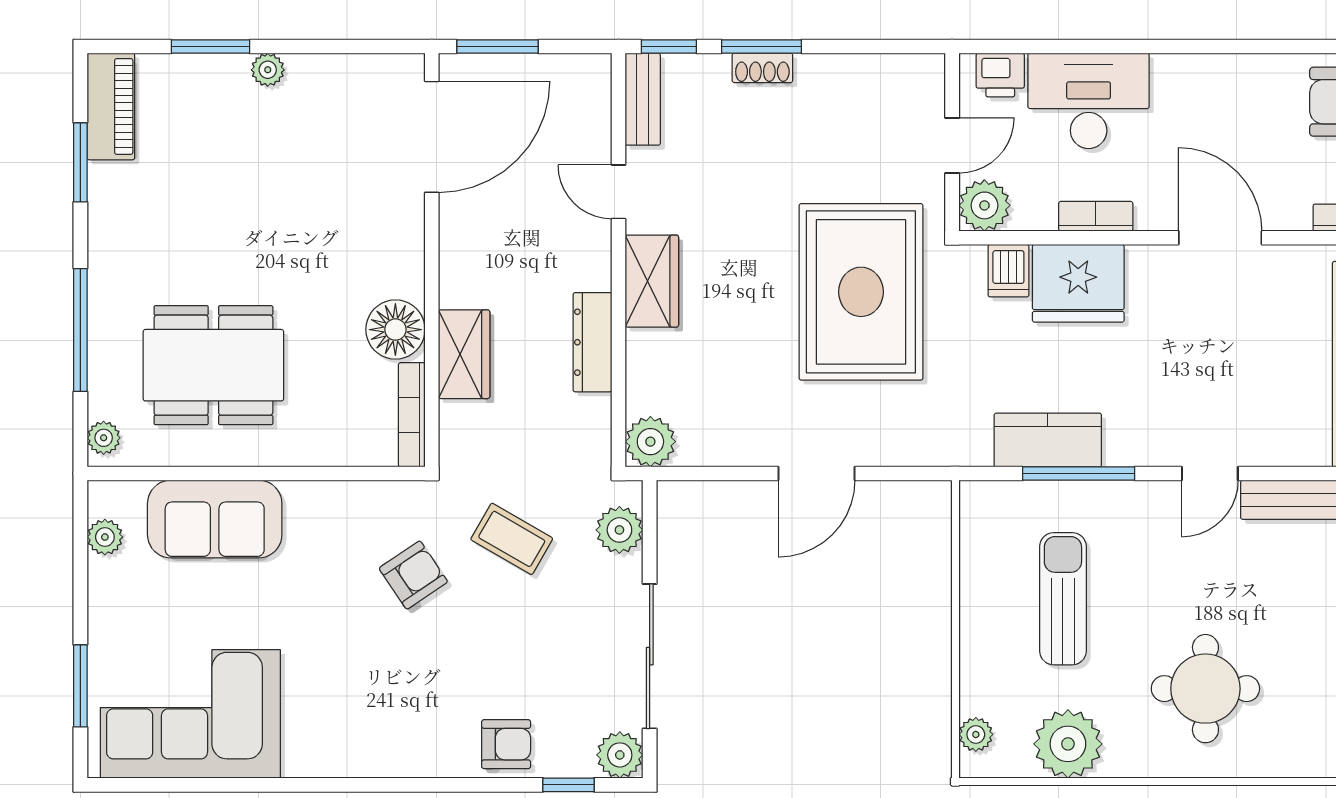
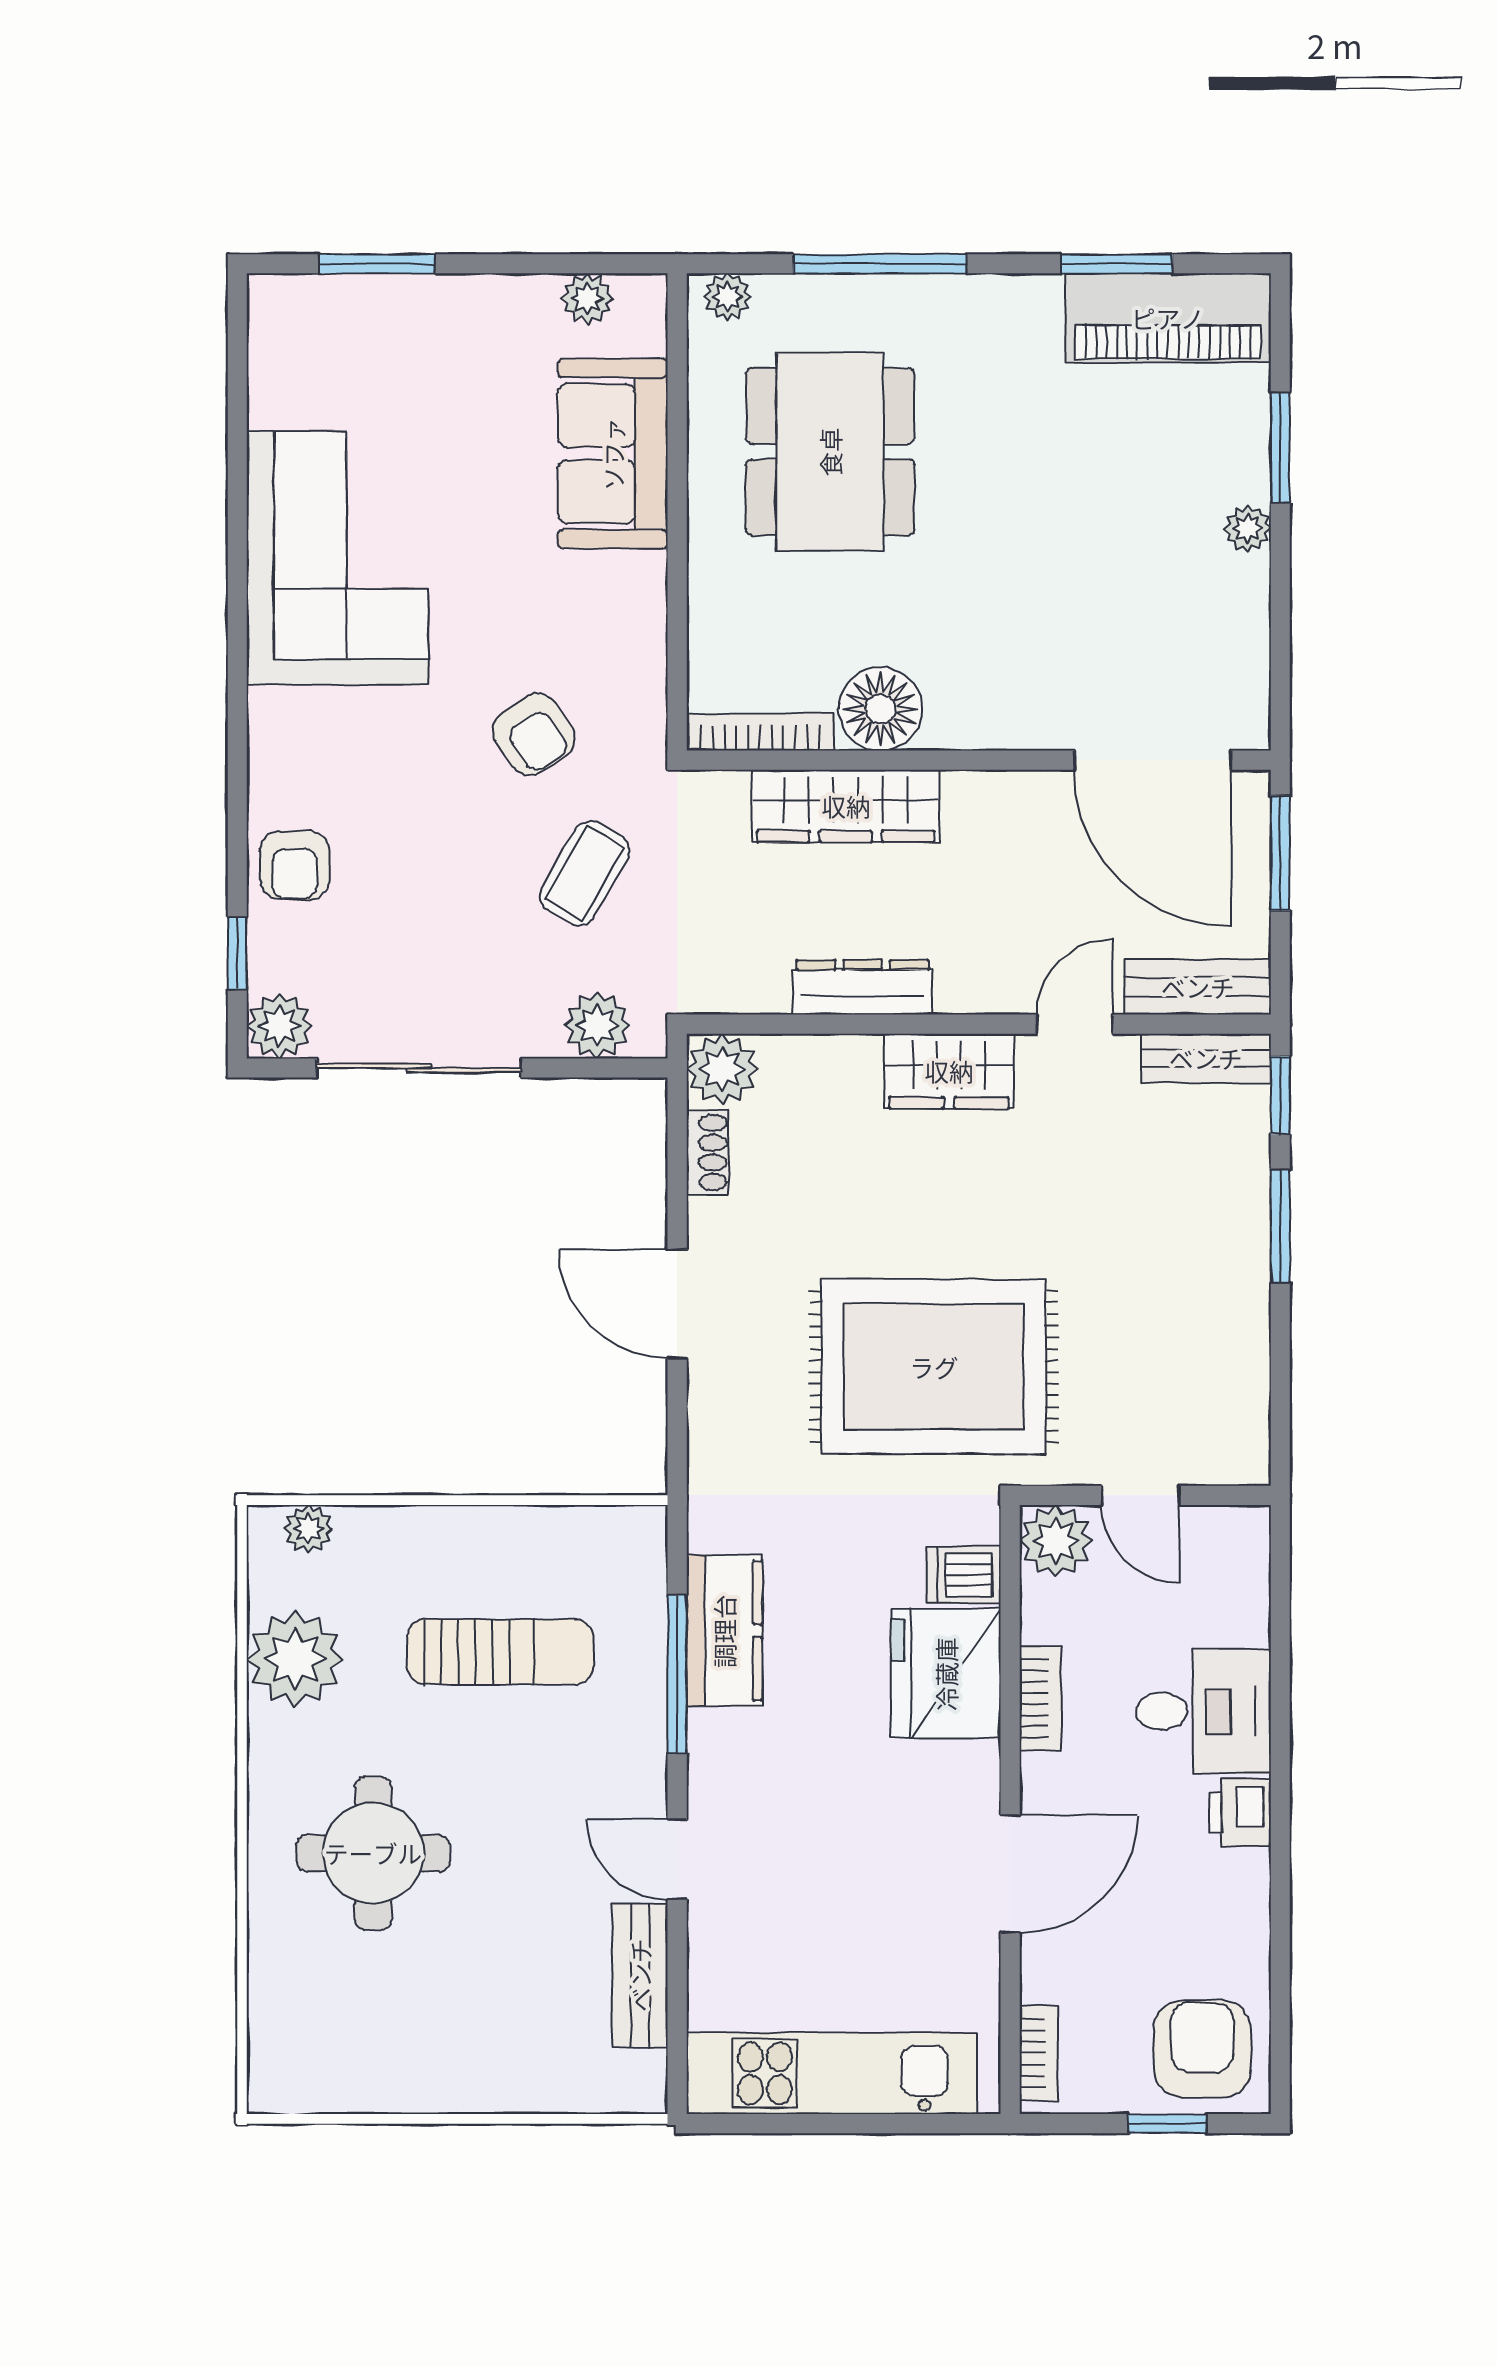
shoe rack: (762, 68) -> (707, 1152), moved, turned 180
printer: (1000, 75) -> (1240, 1813), moved
desk: (1089, 101) -> (1204, 1711), width x0.73
bench: (592, 105) -> (1198, 987), added
piano: (111, 106) -> (1168, 318), width x1.37, depth x1.33
wardrobe: (464, 354) -> (846, 806), width x1.50
corner sofa: (190, 714) -> (337, 558), moved

